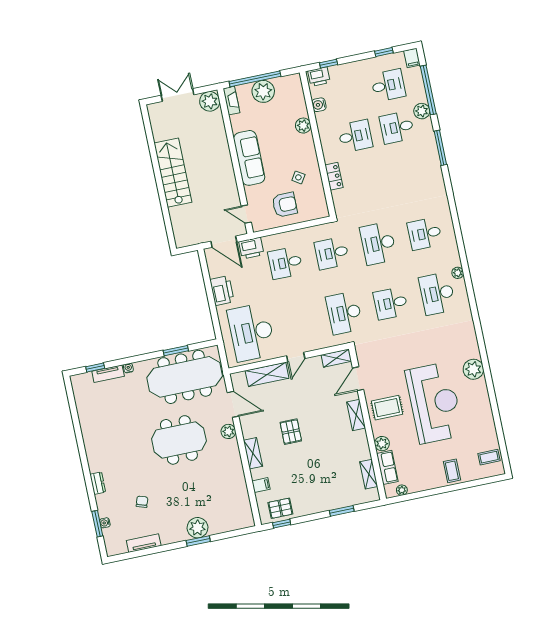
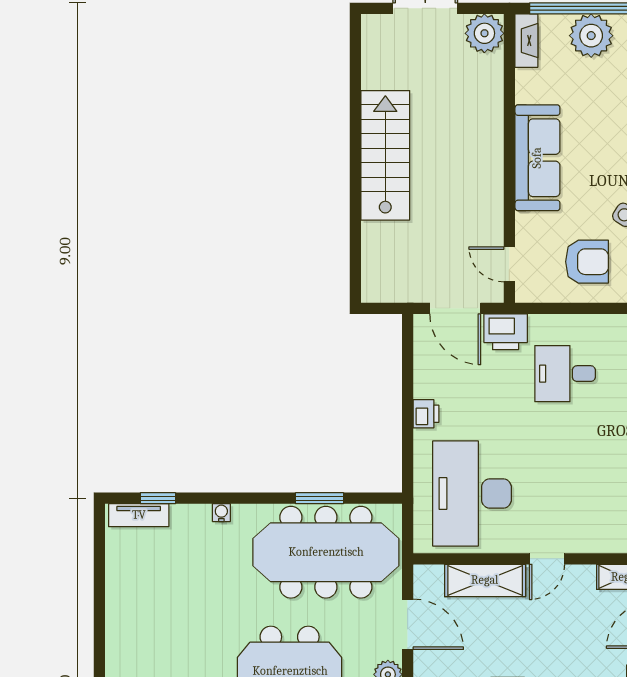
printer: (222, 291) -> (426, 414), width x0.53, depth x0.68
tv unit: (108, 374) -> (139, 515), moved

